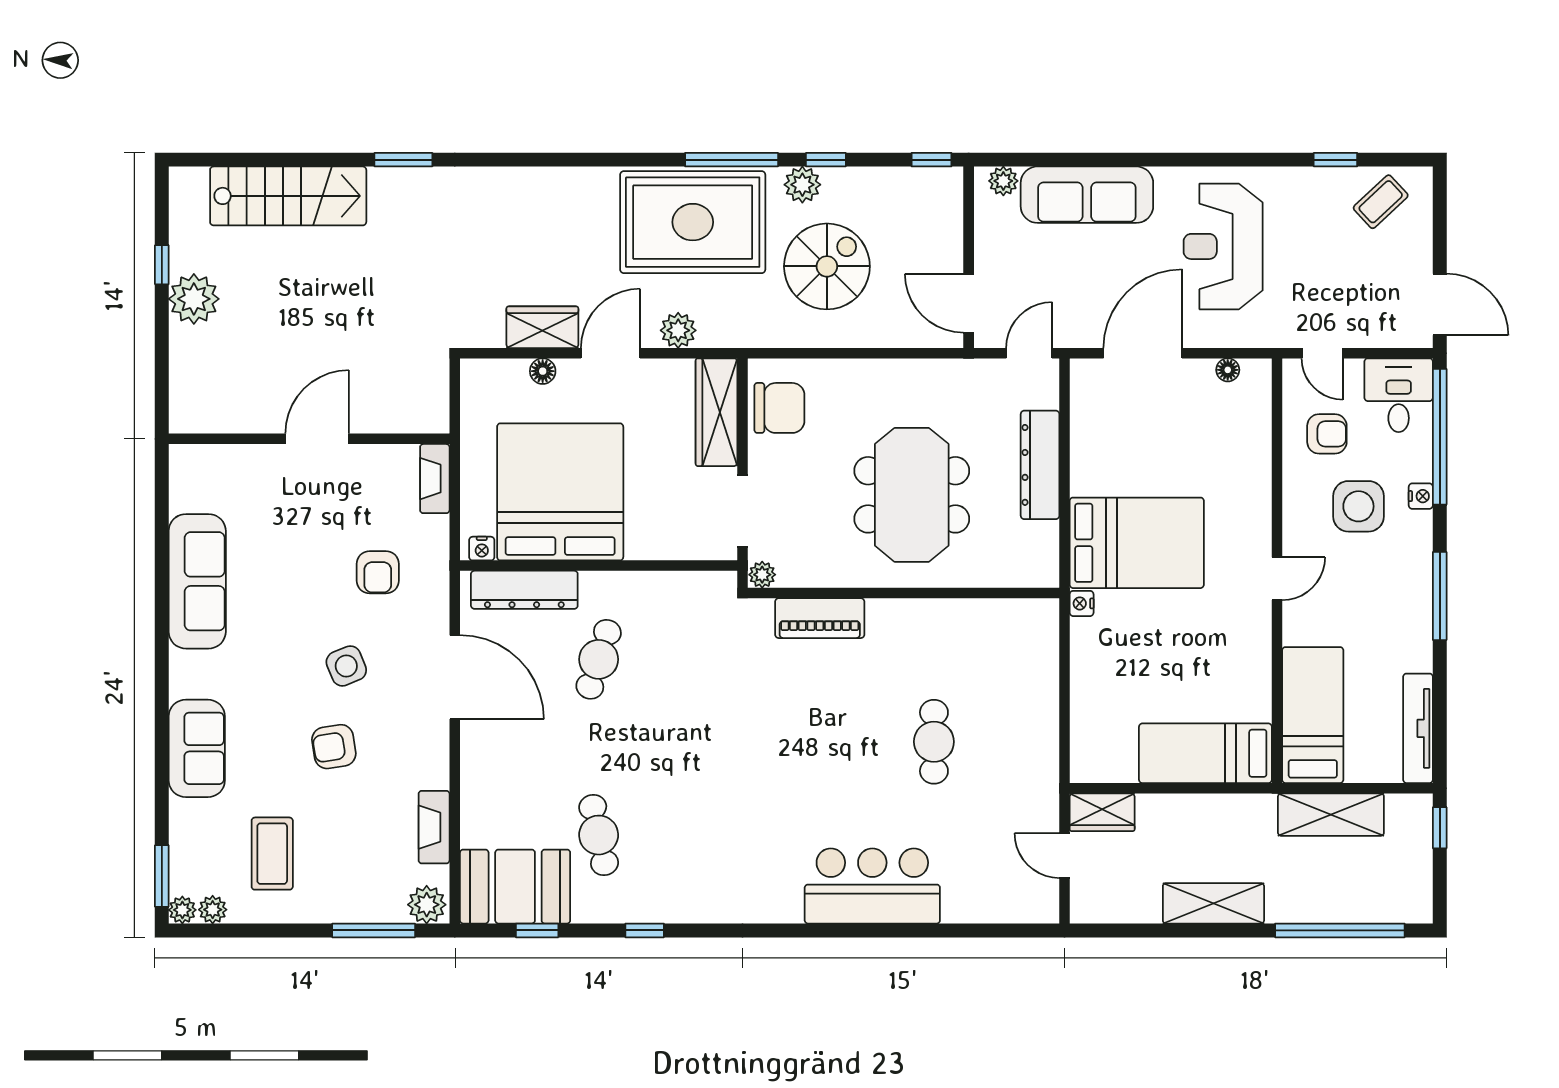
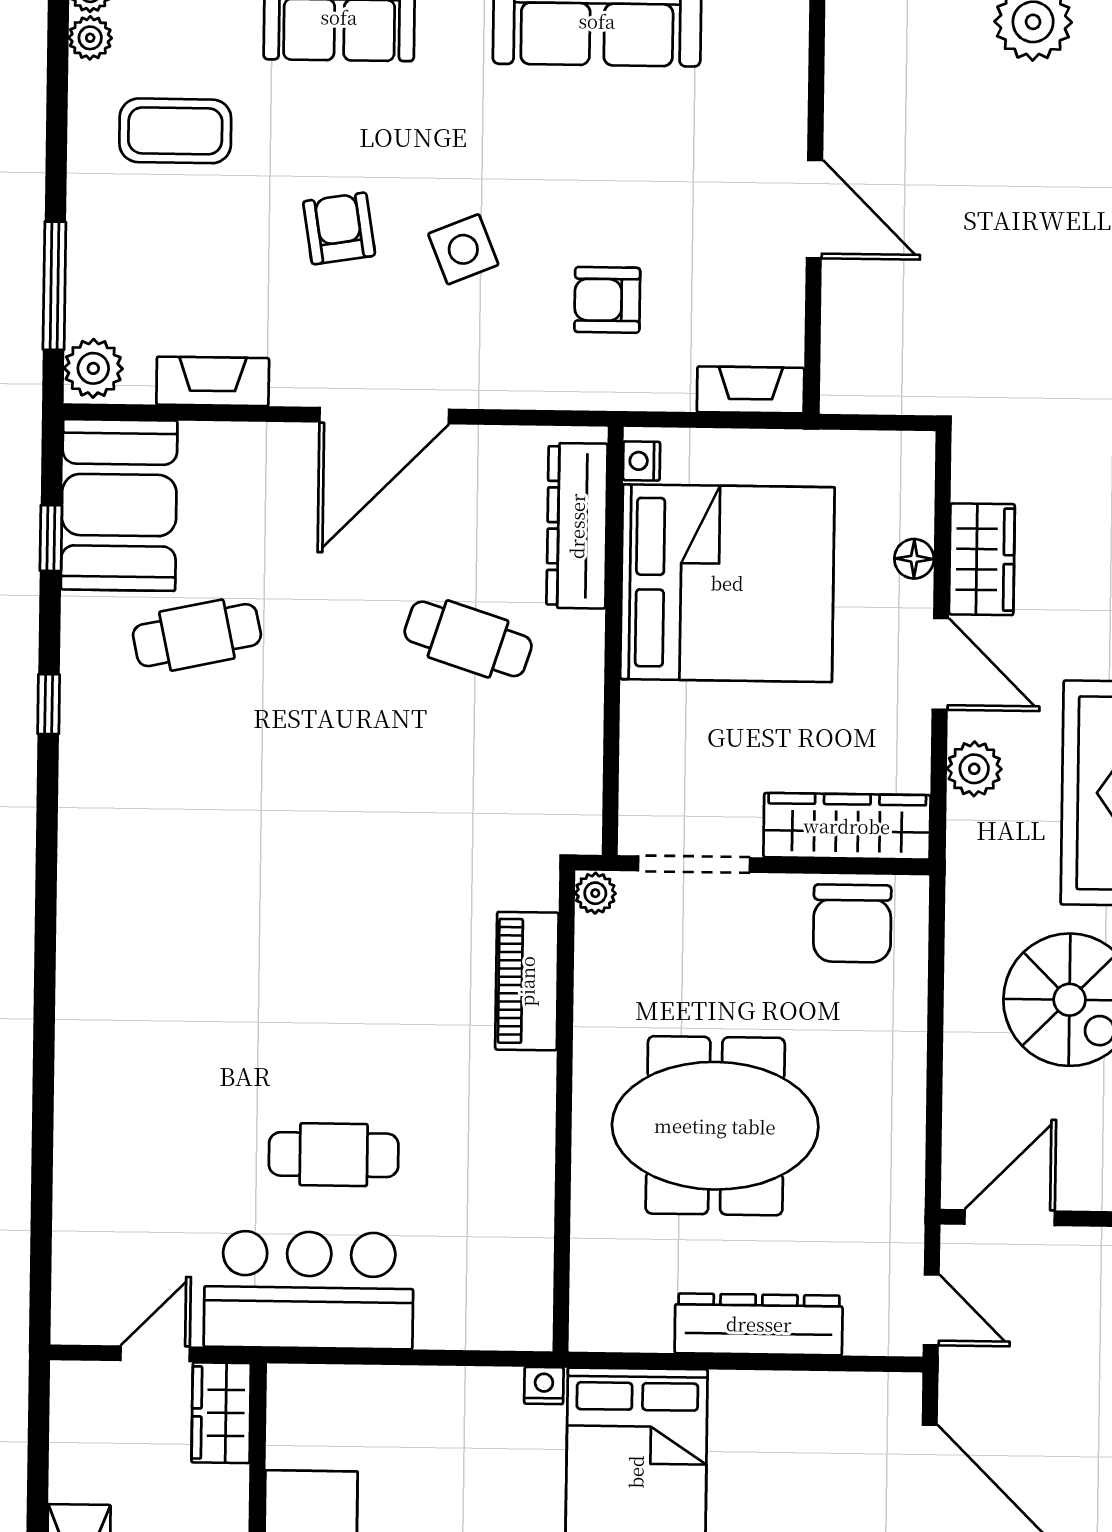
door: (455, 677) -> (384, 416), moved
bar counter: (872, 886) -> (309, 1290), moved, turned -90

